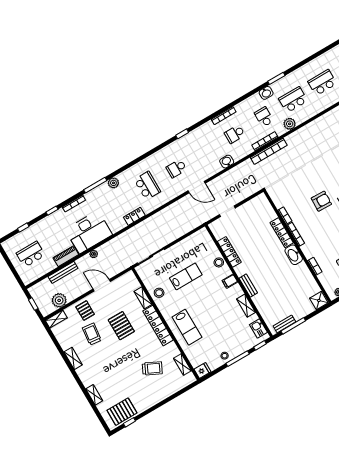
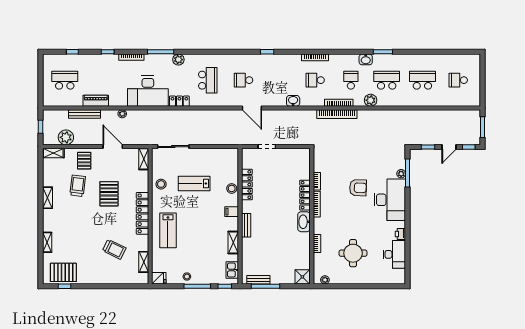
desk: (89, 232) -> (148, 91), moved
lab bench: (186, 276) -> (194, 184), turned 180
shelving: (143, 298) -> (144, 159), moved

